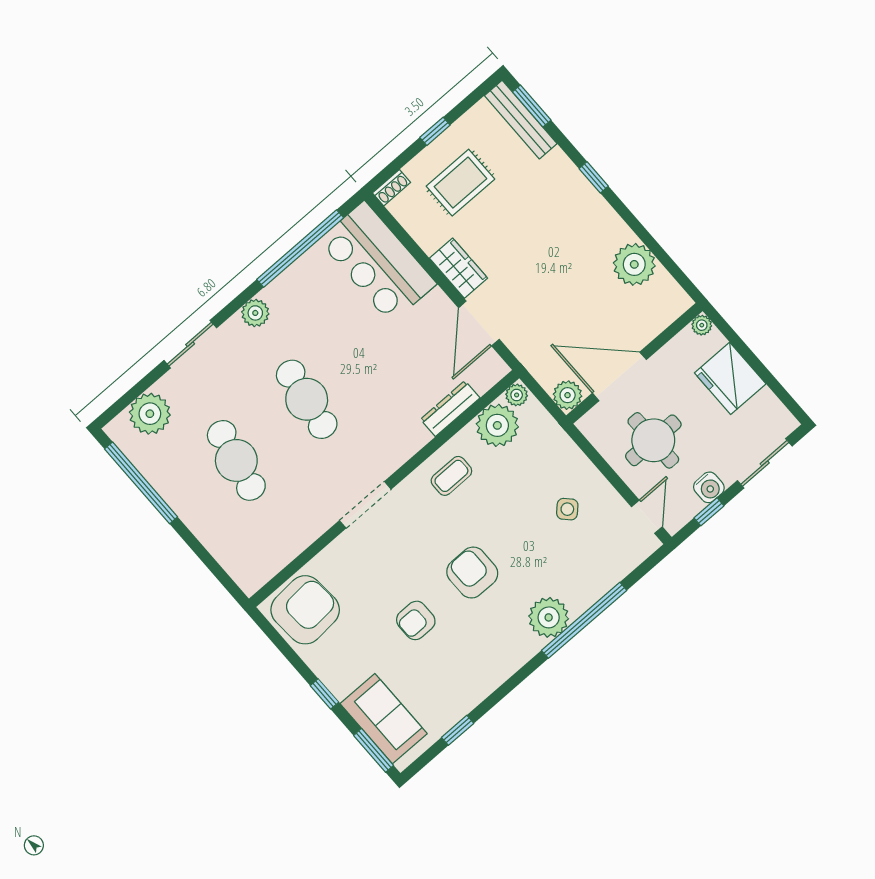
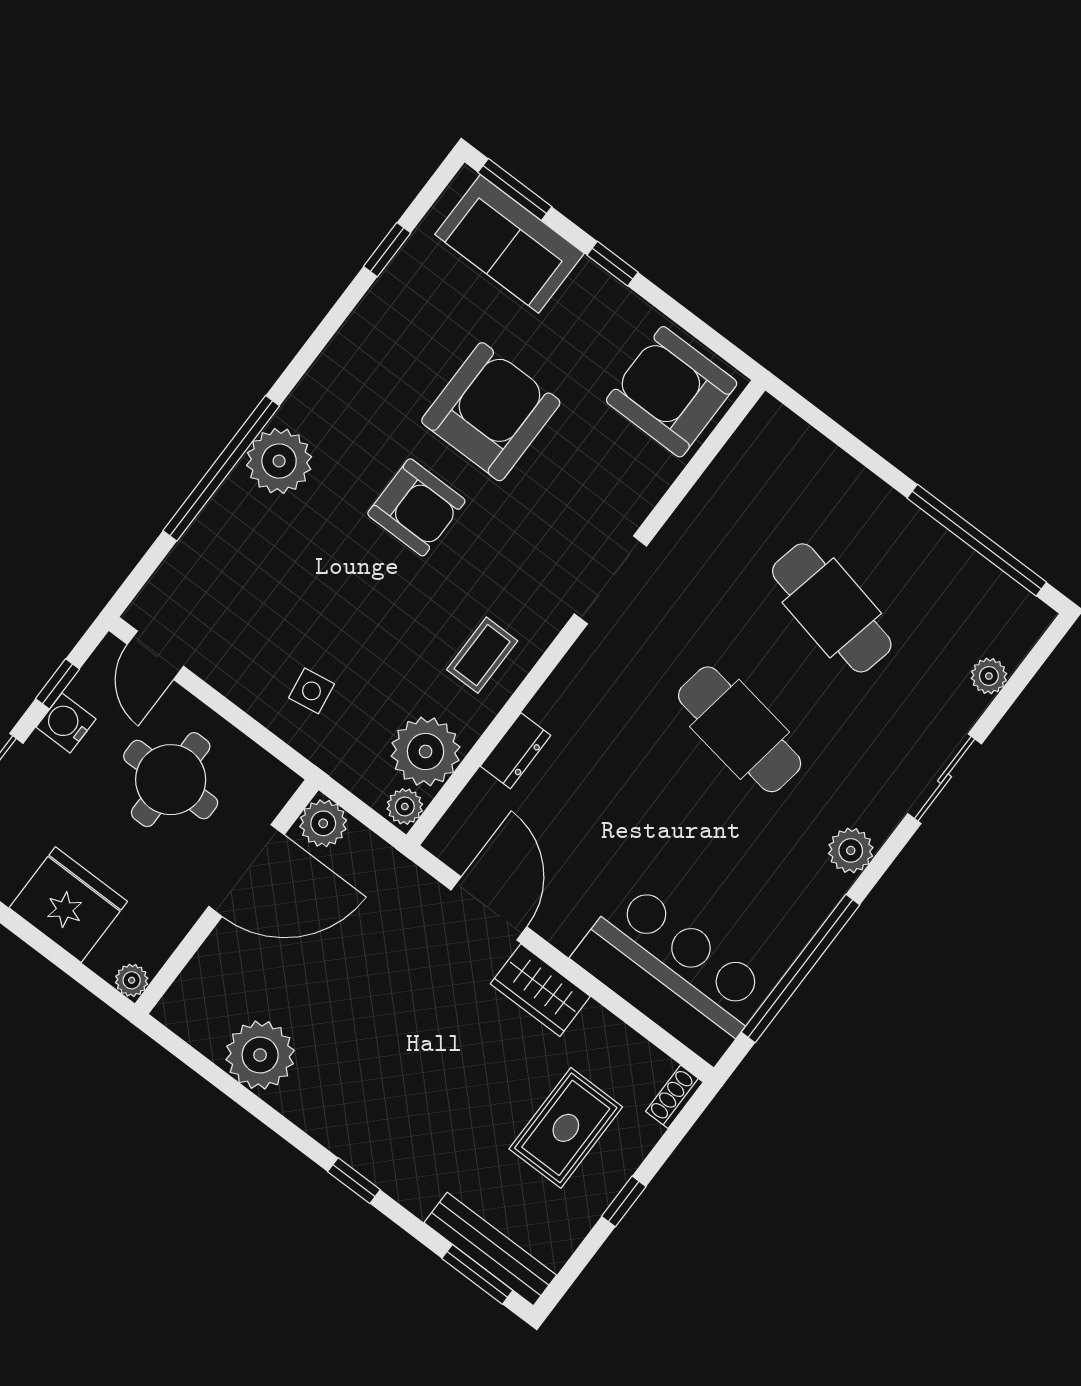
dresser: (450, 409) -> (516, 751), width x0.70
plant: (150, 414) -> (989, 676), width x0.53, depth x0.53
side table: (567, 509) -> (311, 691), moved, turned 36
armchair: (305, 610) -> (672, 392), turned 94
armchair: (416, 620) -> (491, 412), width x1.88, depth x1.88

